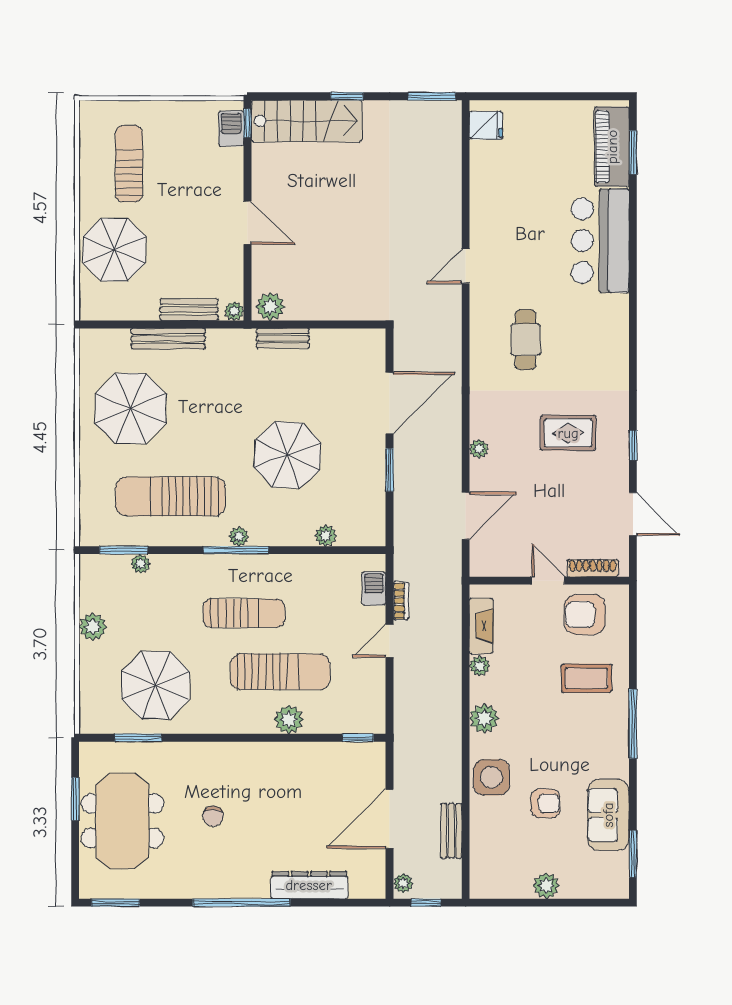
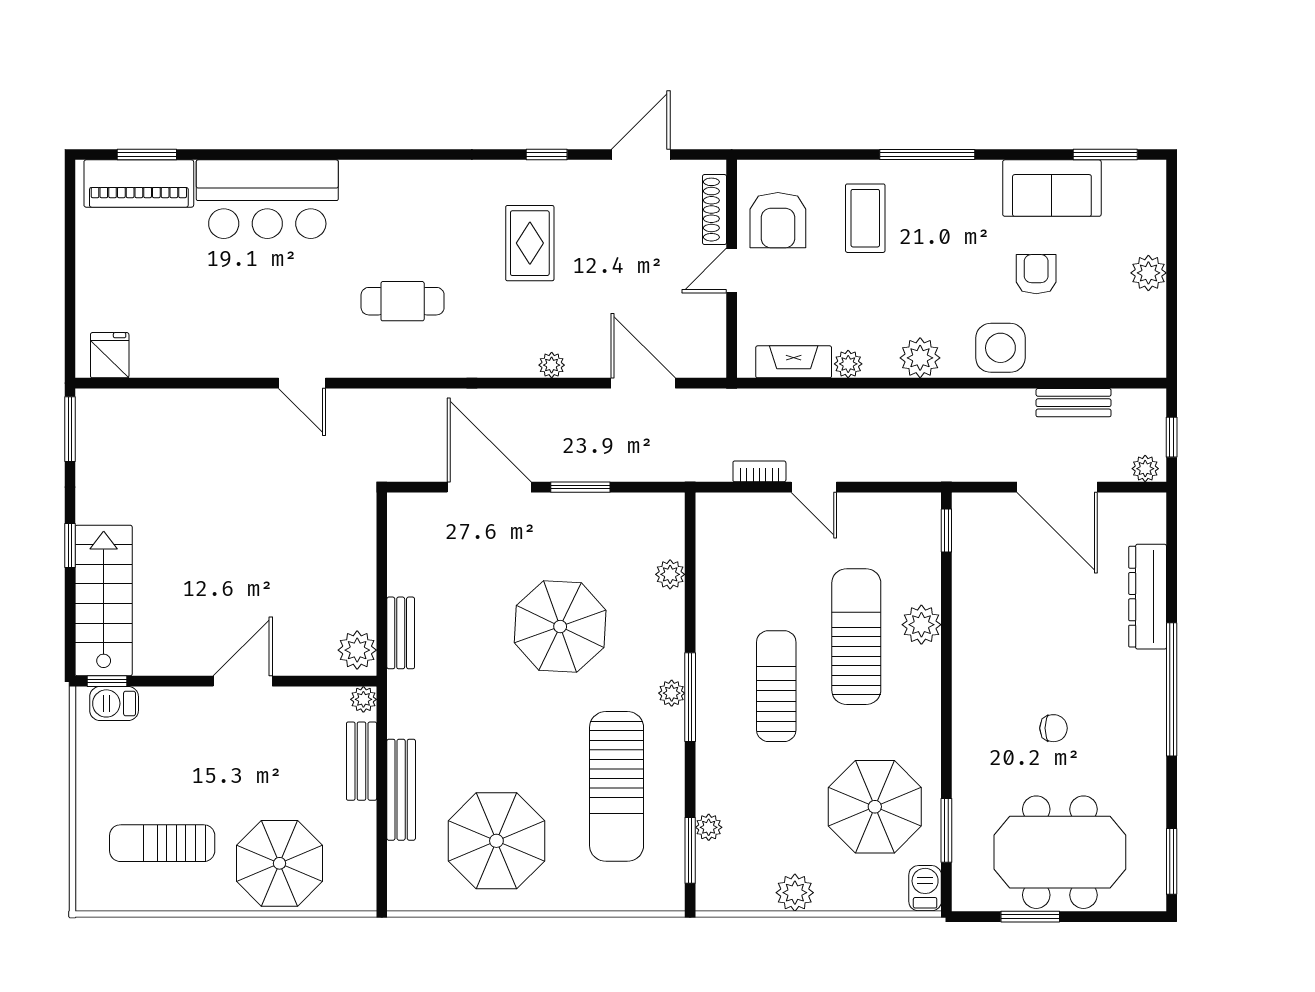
barbecue: (374, 589) -> (925, 888), moved, turned 90

